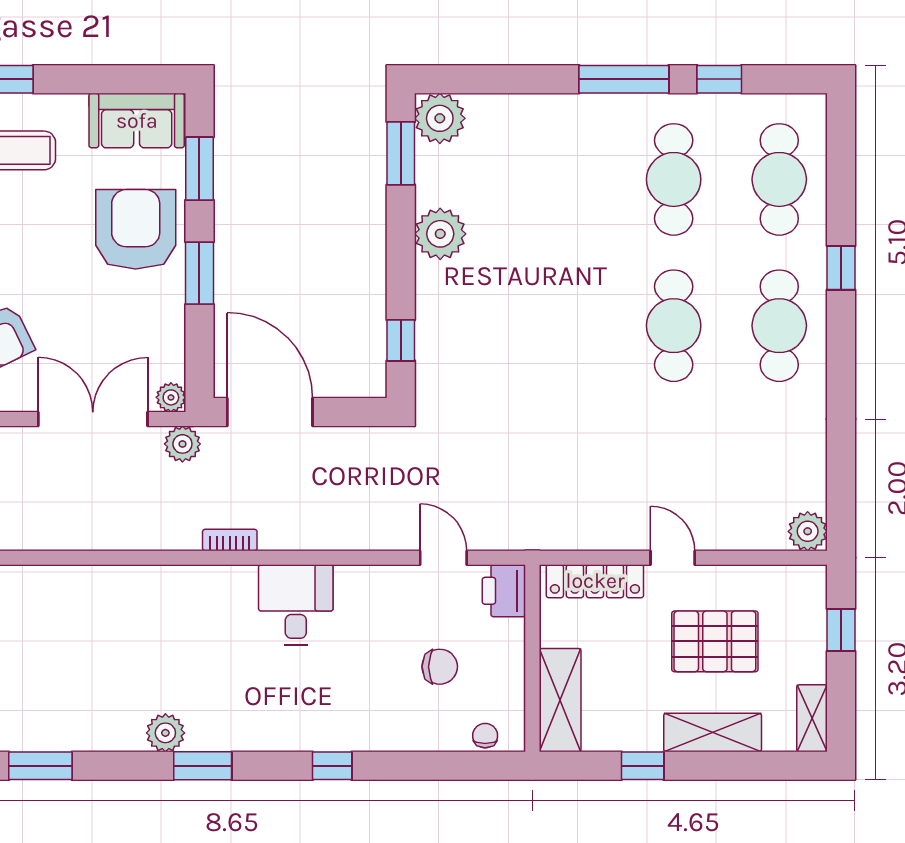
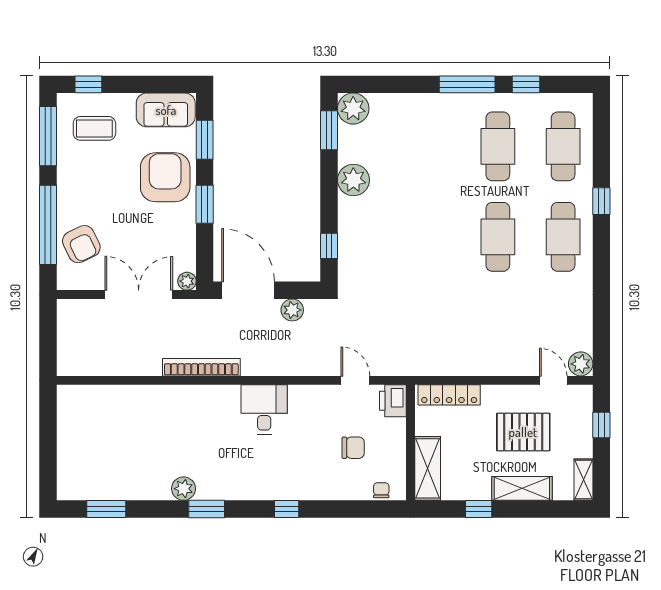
plant: (182, 444) -> (292, 310), moved
bookcase: (230, 540) -> (201, 367), width x2.31, depth x1.31
door: (673, 558) -> (553, 380), moved

